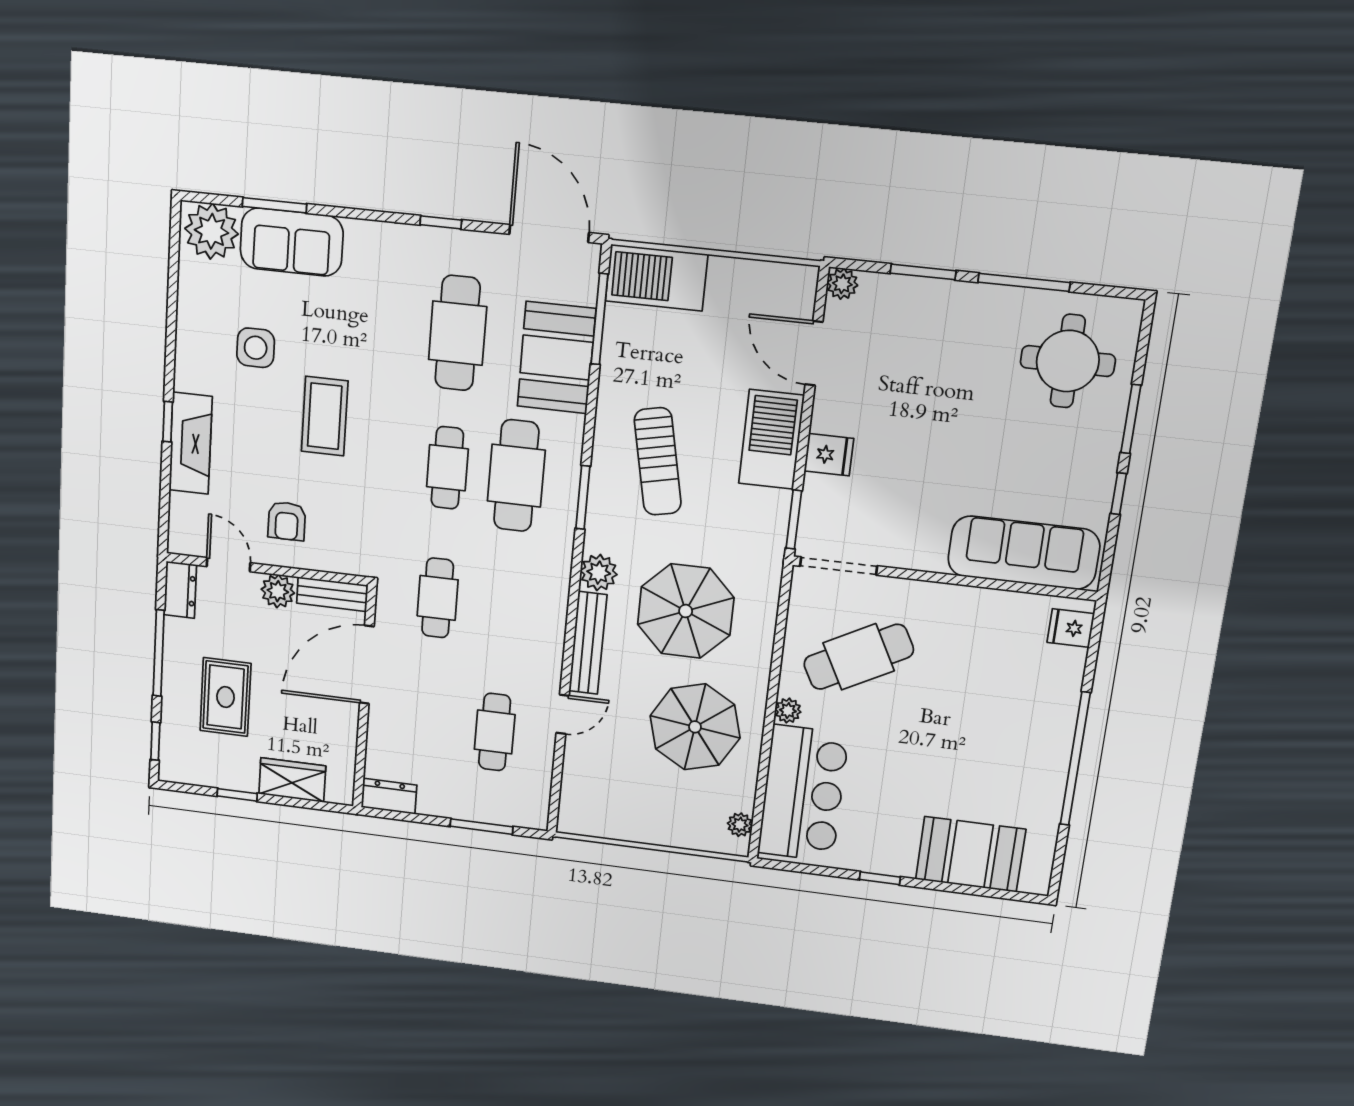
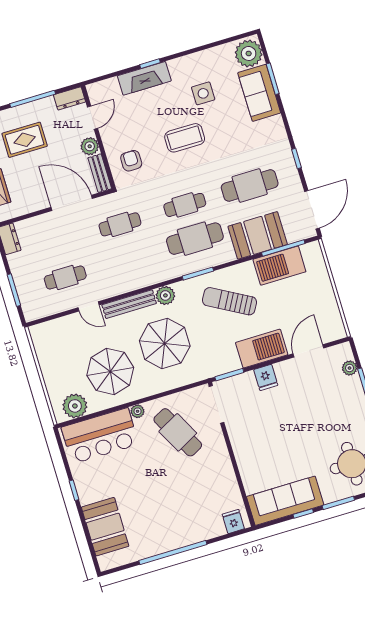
barbecue: (656, 278) -> (279, 266), moved, turned -90
plant: (842, 284) -> (350, 368), moved
sun lounger: (658, 462) -> (229, 301), turned 41
armchair: (287, 521) -> (131, 161), moved, turned 90
sofa: (1024, 553) -> (285, 501), moved, turned -90
plant: (740, 825) -> (75, 406), width x1.88, depth x1.88

